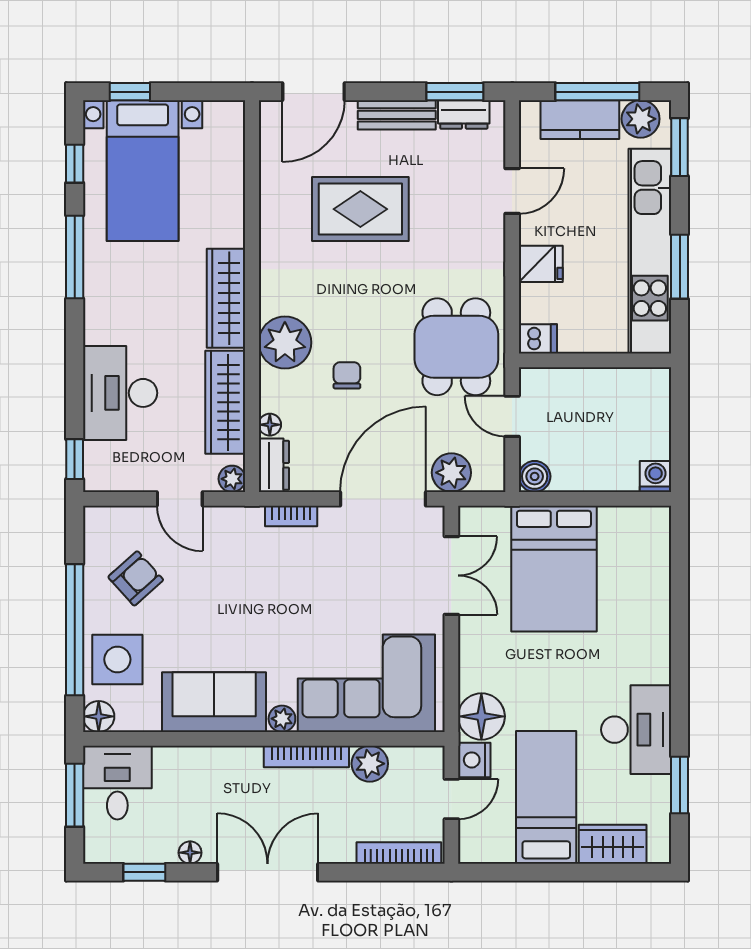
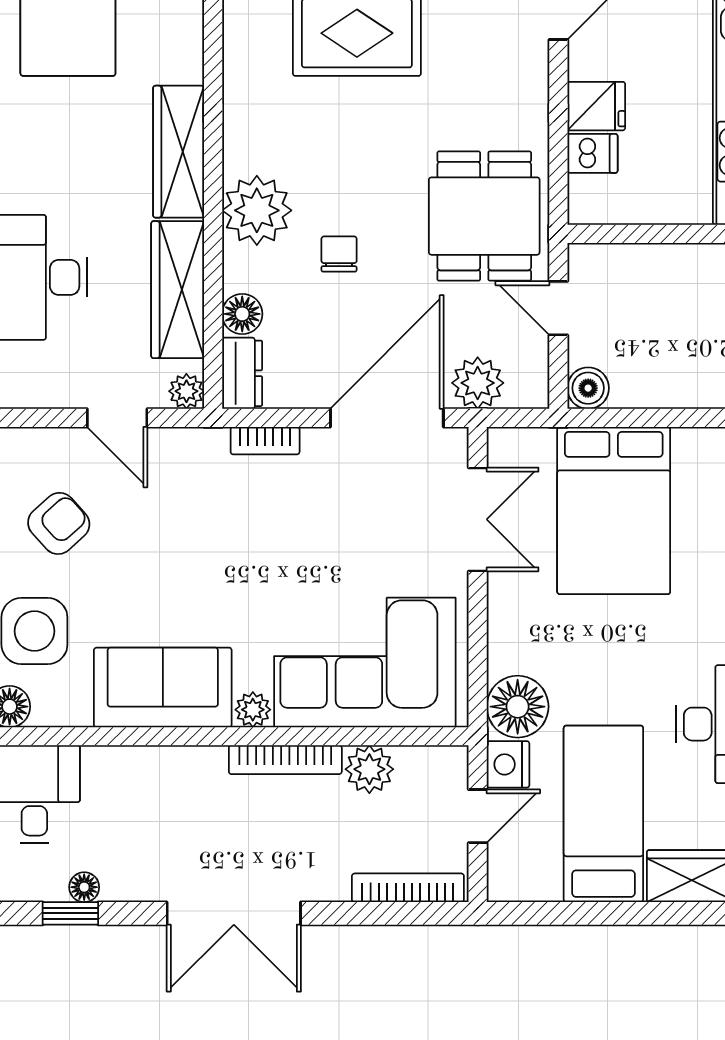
dishwasher: (538, 339) -> (592, 153), moved
floor lamp: (270, 425) -> (242, 314), width x1.37, depth x1.37
floor lamp: (190, 853) -> (84, 887), moved
double door: (268, 872) -> (234, 913), swing flipped

